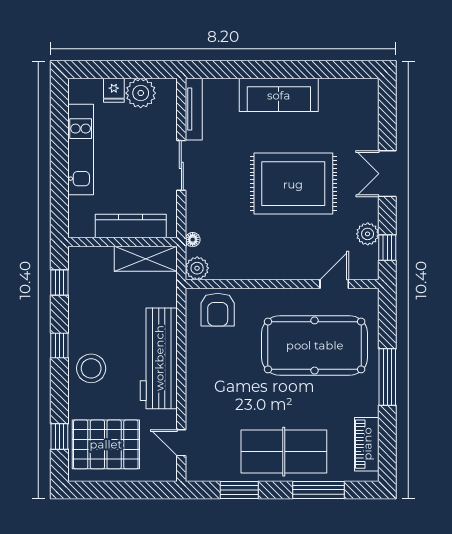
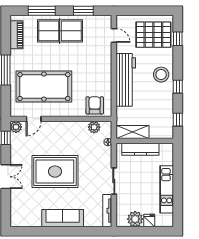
plant: (368, 234) -> (16, 127), moved
plant: (197, 268) -> (94, 127), moved

